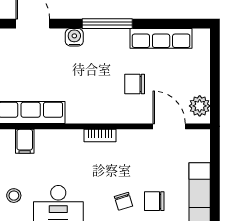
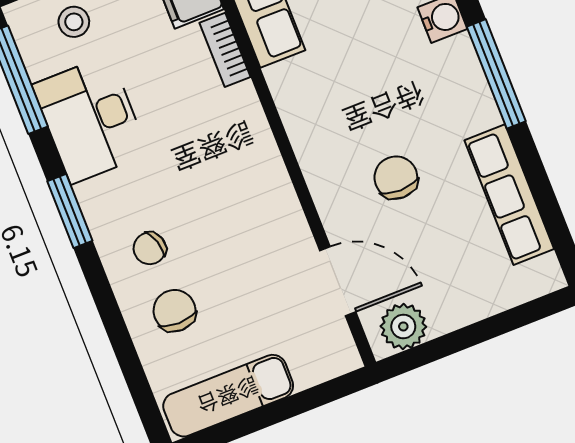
door: (169, 126) -> (338, 281), hinge flipped
bookcase: (100, 136) -> (225, 50), moved

